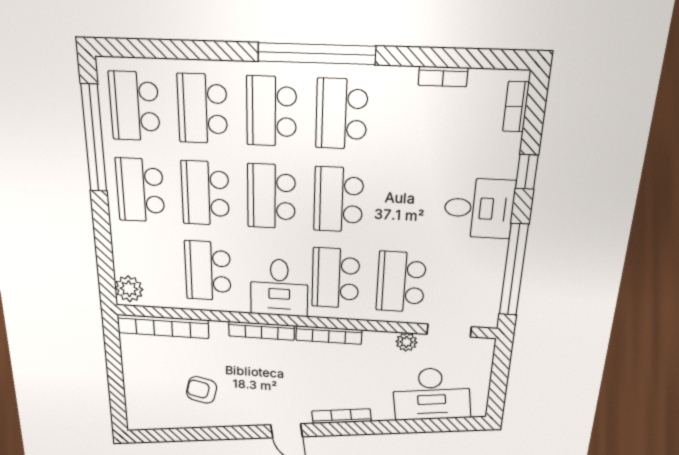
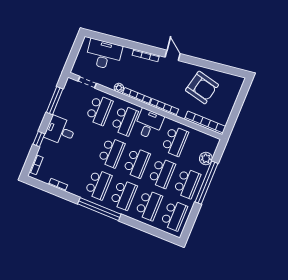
window: (94, 139) -> (206, 183), moved
window: (514, 270) -> (55, 101), width x0.68
plant: (129, 289) -> (206, 159), moved
plant: (406, 342) -> (119, 88), moved
armchair: (202, 390) -> (202, 88), width x1.88, depth x1.88

